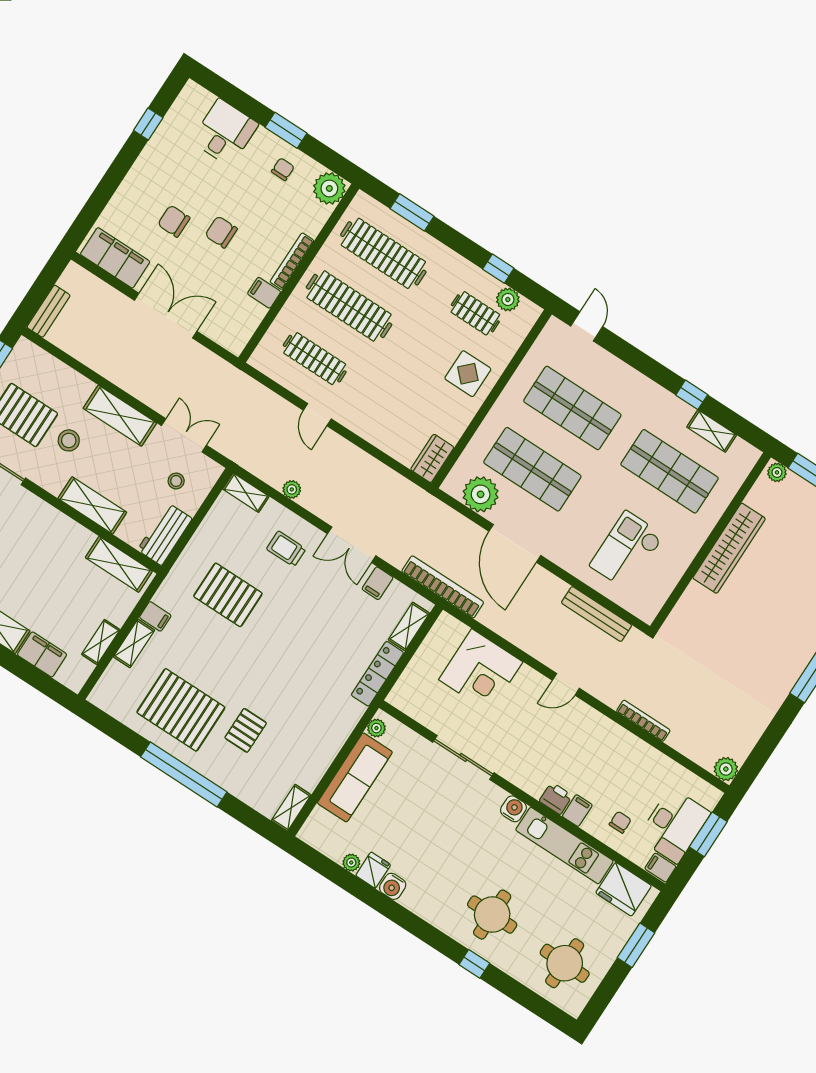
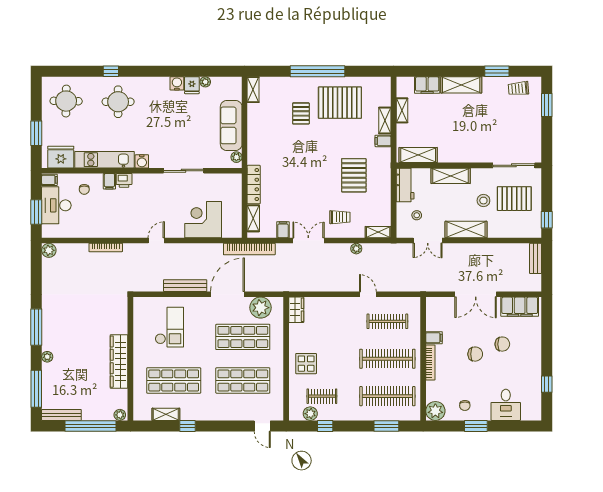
door: (515, 543) -> (227, 294), hinge flipped
pallet: (228, 595) -> (354, 175), turned 90
bench: (597, 614) -> (185, 286), moved

